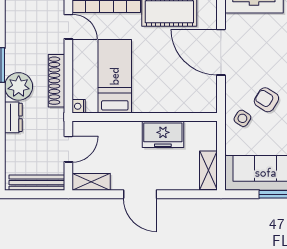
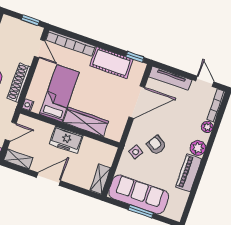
door: (221, 52) -> (137, 102), swing flipped
wardrobe: (163, 102) -> (86, 122), added
freezer: (163, 134) -> (66, 140), moved
door: (140, 194) -> (48, 179), swing flipped

